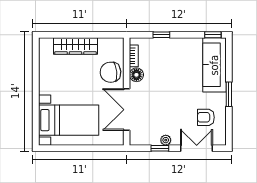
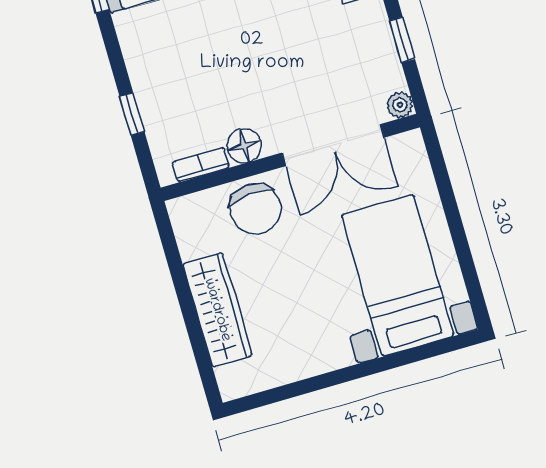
plant: (166, 140) -> (400, 105), moved

